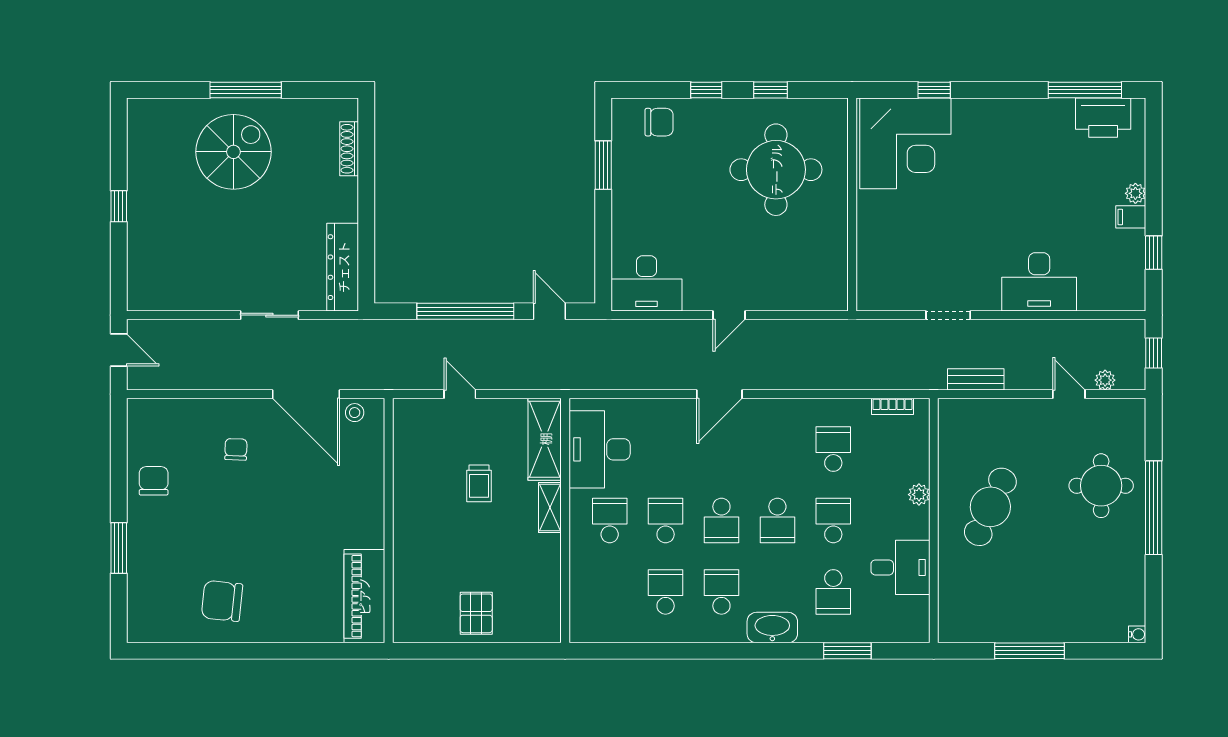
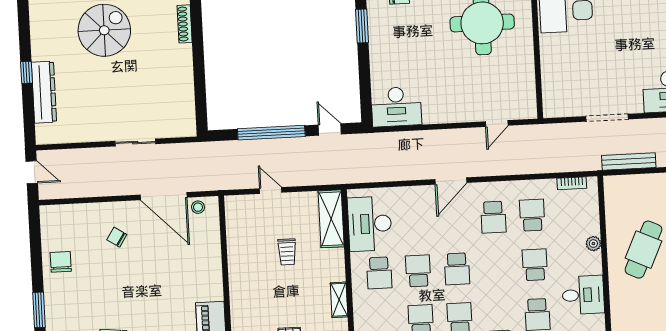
dresser: (343, 267) -> (44, 92), moved, turned 180
door: (729, 315) -> (497, 124), moved
doorway: (948, 315) -> (607, 118), width x1.38
bench: (976, 379) -> (629, 161), width x1.36
chair: (236, 449) -> (117, 237), turned -59
shelving: (550, 508) -> (339, 300), moved
school desk: (610, 520) -> (379, 273), turned 180
school desk: (777, 520) -> (493, 217), moved

